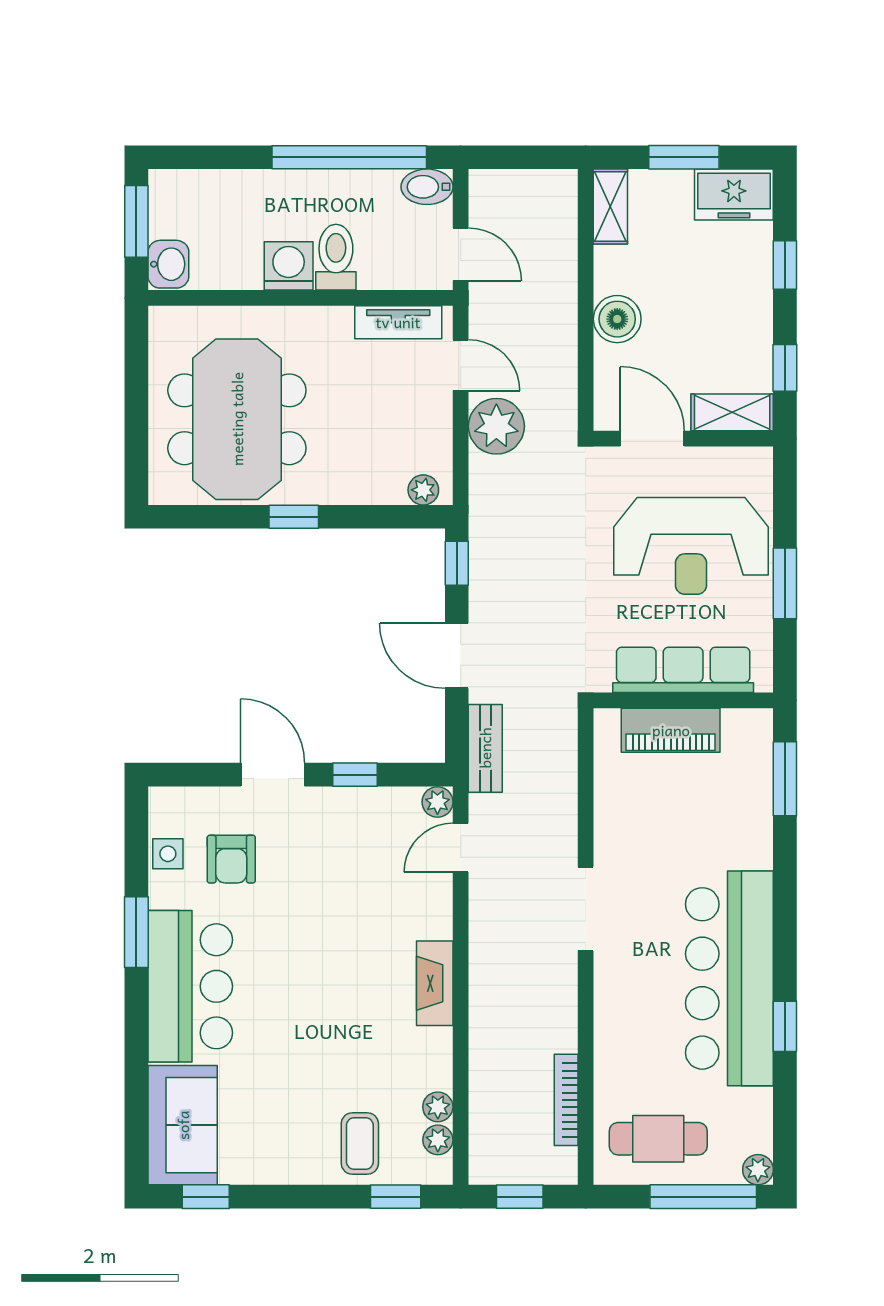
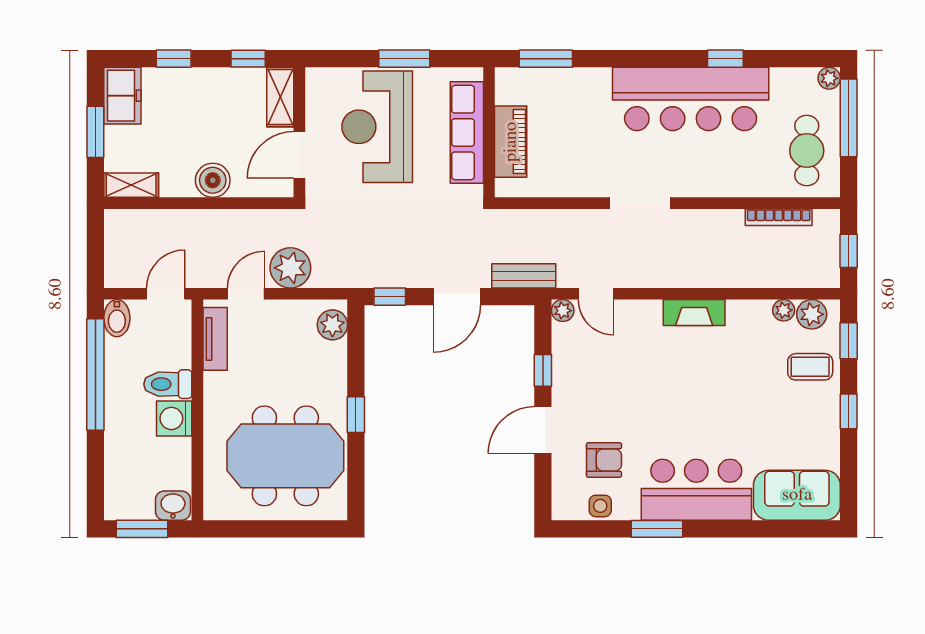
plant: (423, 490) -> (332, 325), width x1.38, depth x1.38
reception desk: (691, 546) -> (377, 127), turned 180
plant: (438, 1140) -> (812, 314), width x1.38, depth x1.38
window: (206, 1197) -> (849, 411), moved

